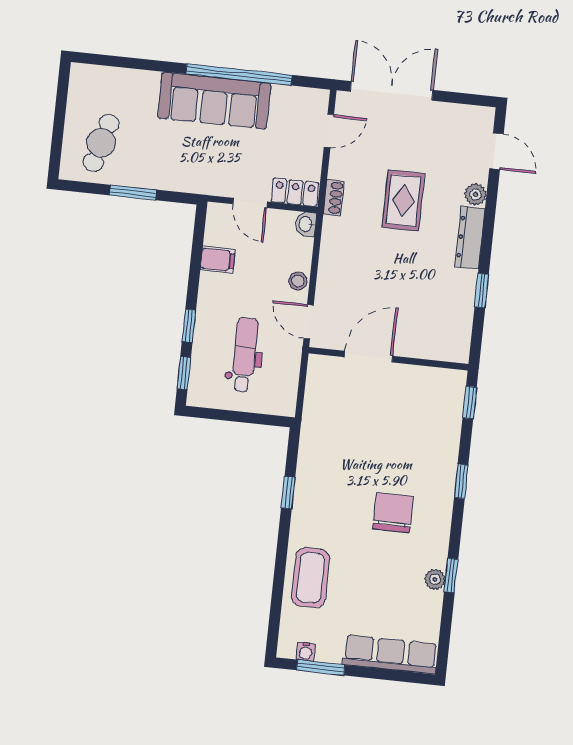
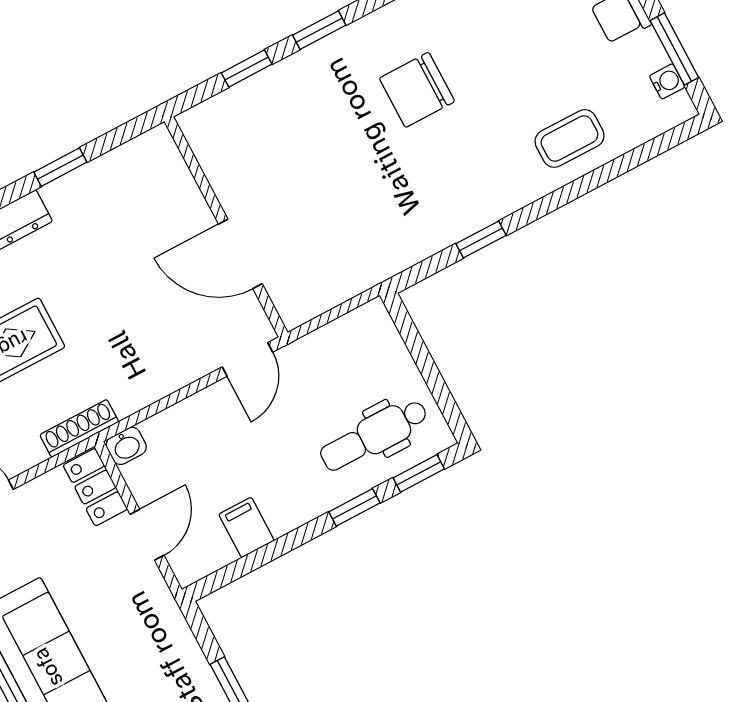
shoe rack: (334, 198) -> (79, 428), width x1.43
stool: (298, 281) -> (205, 408), removed
dental chair: (245, 355) -> (374, 435), moved
window: (470, 402) -> (247, 68), moved
coffee table: (311, 578) -> (570, 138), width x0.73, depth x0.77

